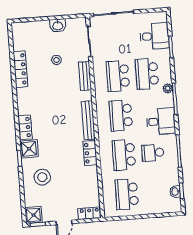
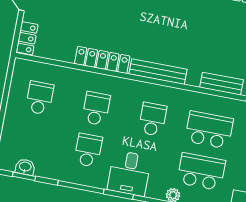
school desk: (121, 115) -> (153, 119), width x0.54
locker: (90, 153) -> (102, 60), width x1.53
school desk: (124, 155) -> (96, 109), width x0.54
school desk: (127, 194) -> (40, 98), width x0.54

